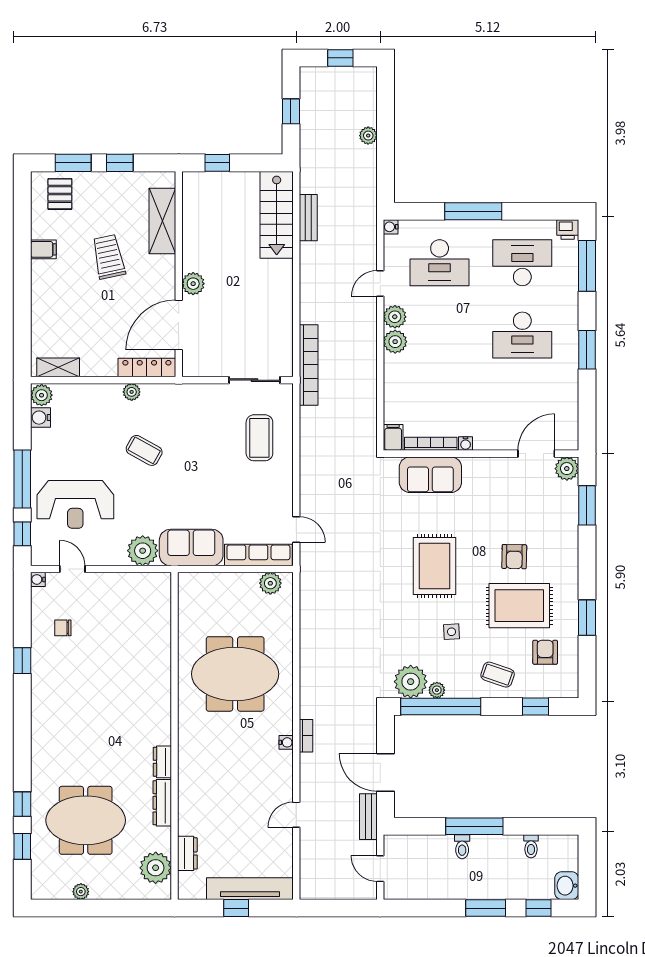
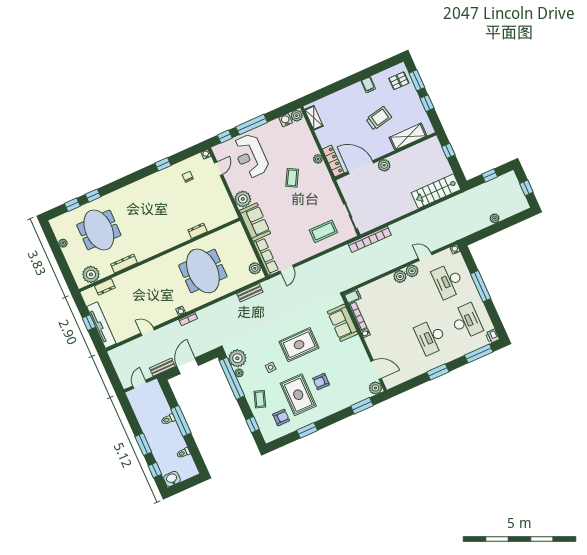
bench: (308, 218) -> (250, 293), moved
dresser: (162, 762) -> (198, 231), moved

